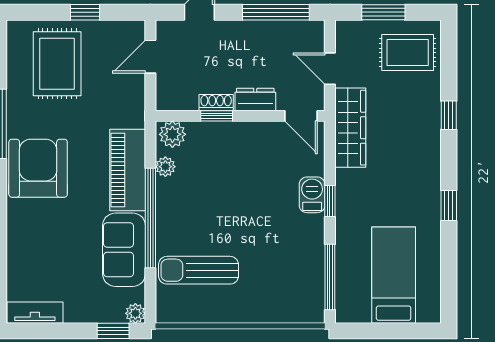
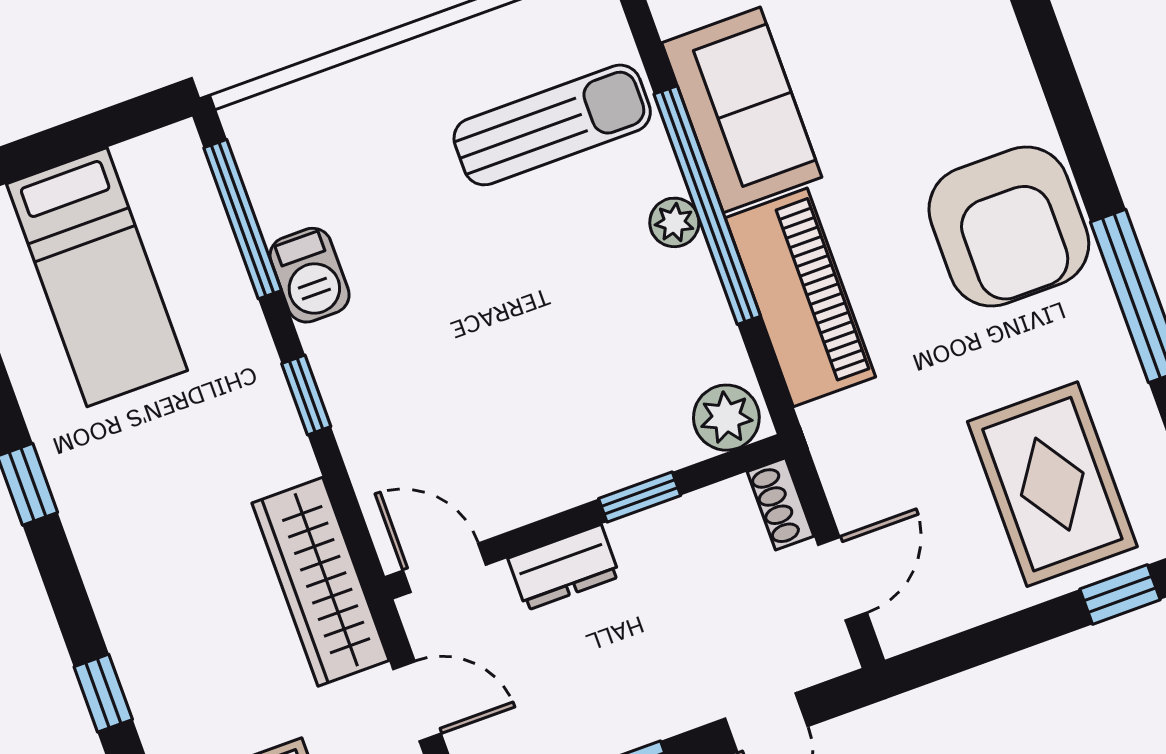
window: (85, 12) -> (1120, 594), moved
shoe rack: (216, 103) -> (781, 504), moved, turned 90
plant: (165, 167) -> (674, 222), moved
barbecue: (312, 195) -> (310, 275), moved

